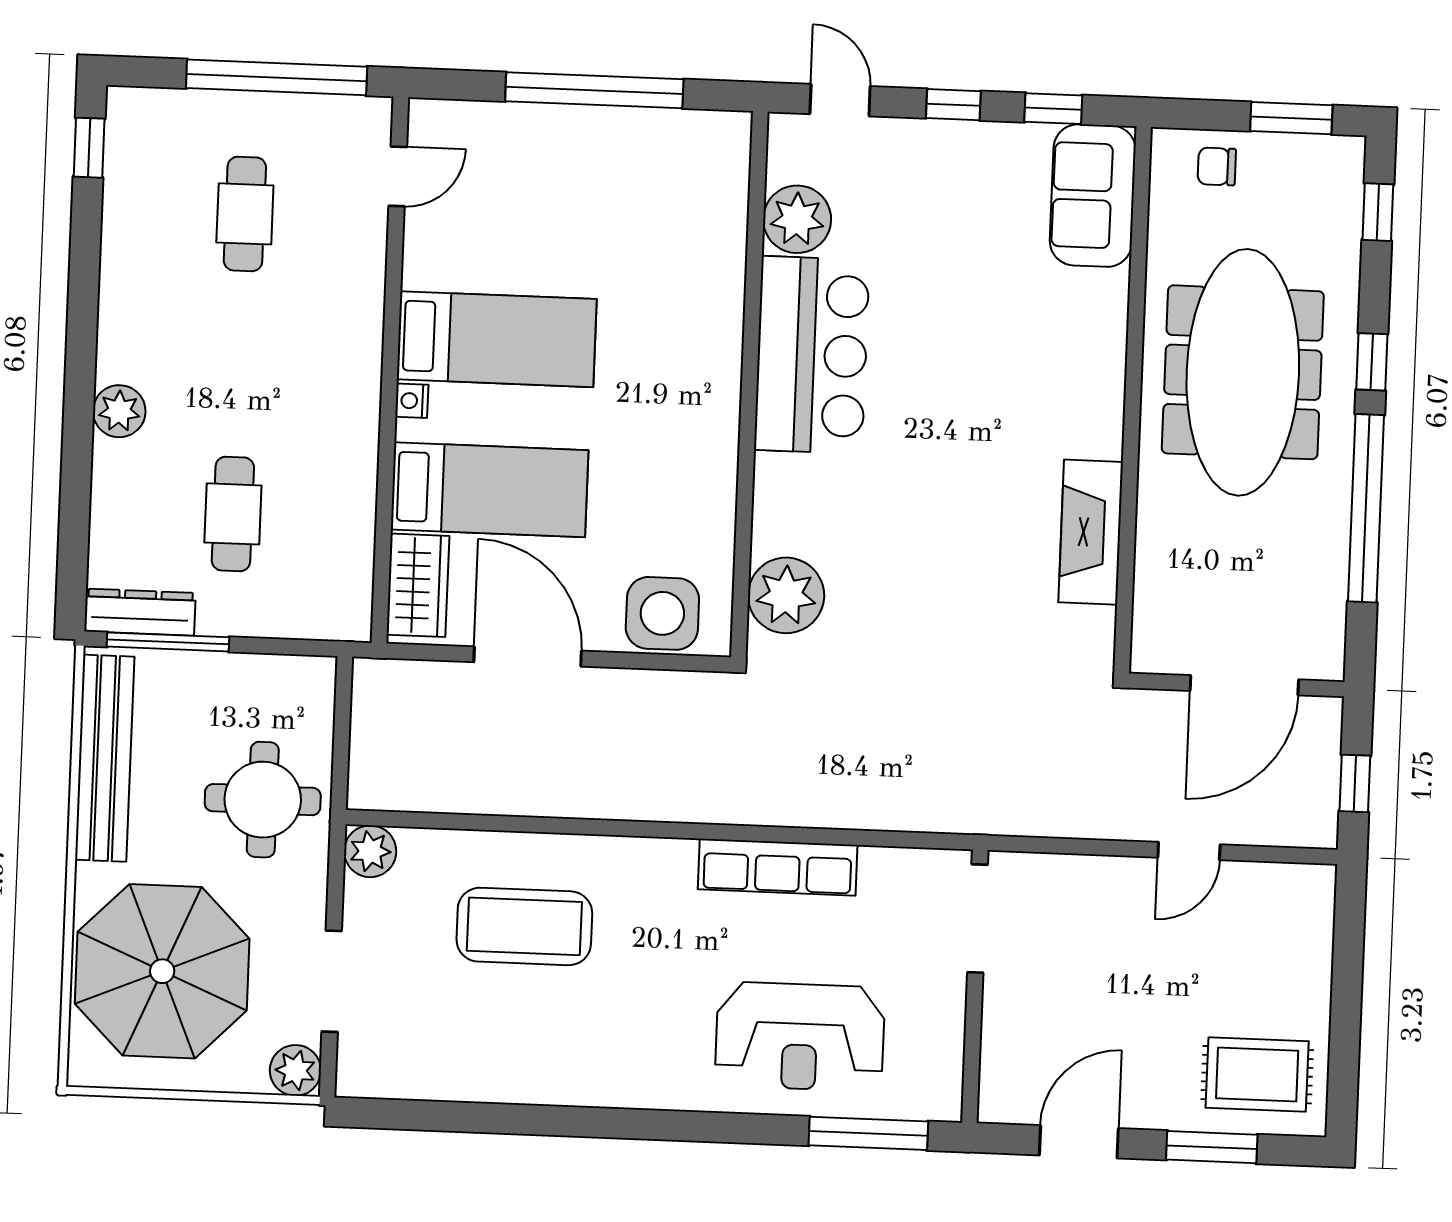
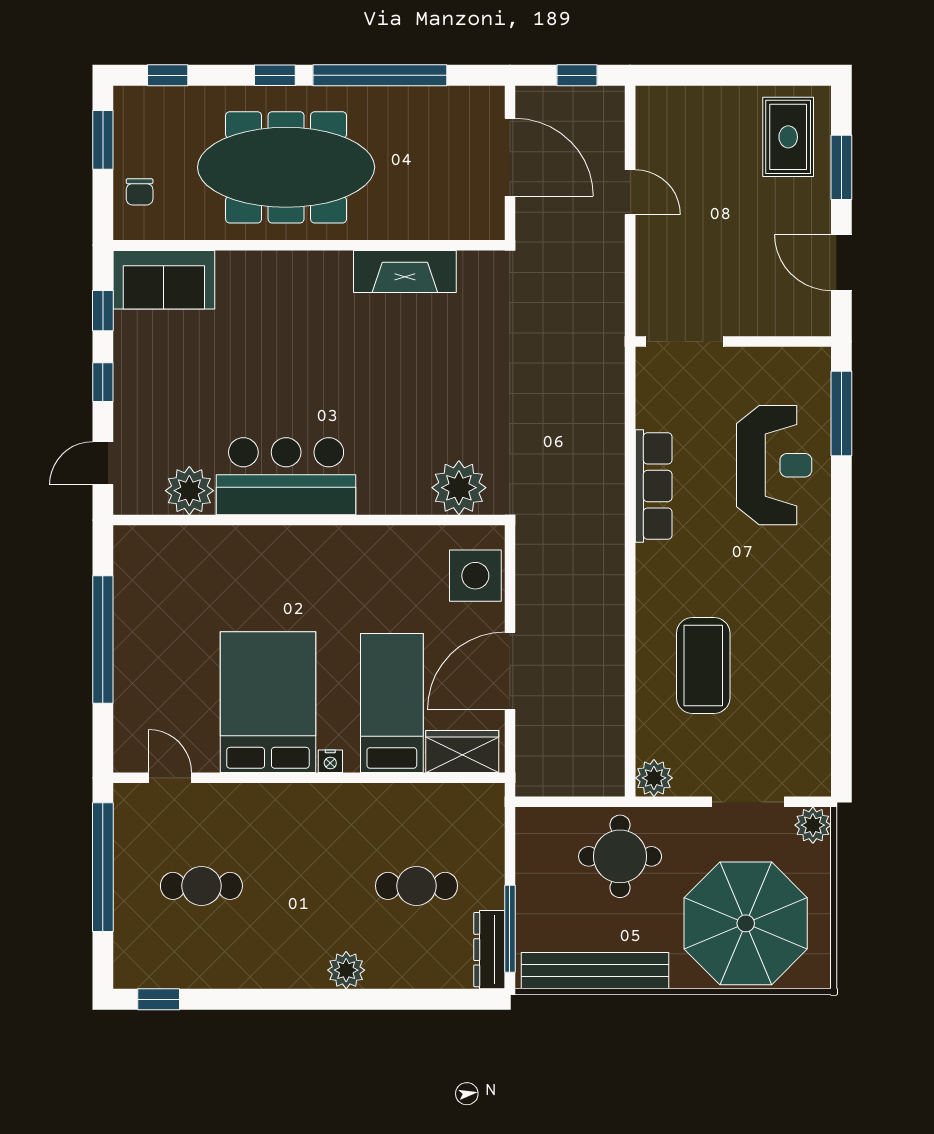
bed: (497, 339) -> (268, 702), width x1.50

